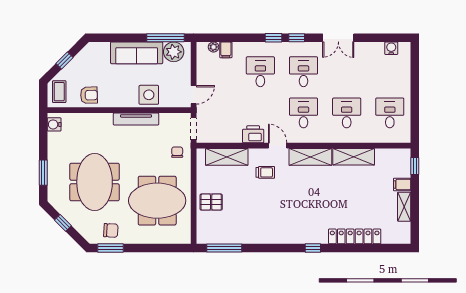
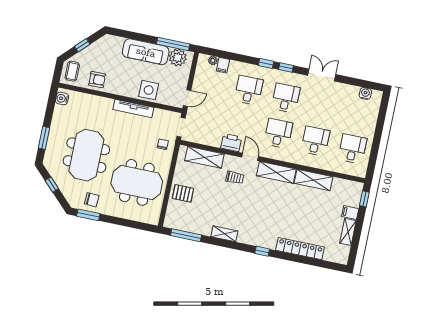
double door: (338, 38) -> (322, 75), swing flipped
shelving: (267, 238) -> (224, 234), added

